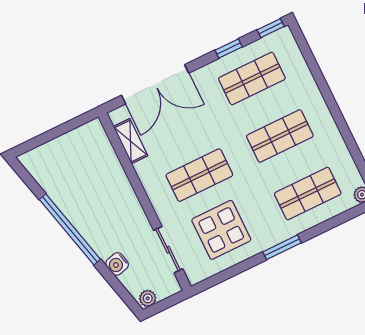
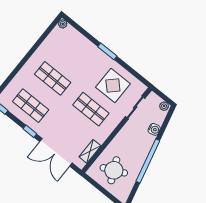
window: (229, 49) -> (30, 131), moved
double door: (155, 84) -> (56, 152), swing flipped
round table: (81, 166) -> (114, 170), added
shop shelf: (308, 194) -> (75, 51), removed

